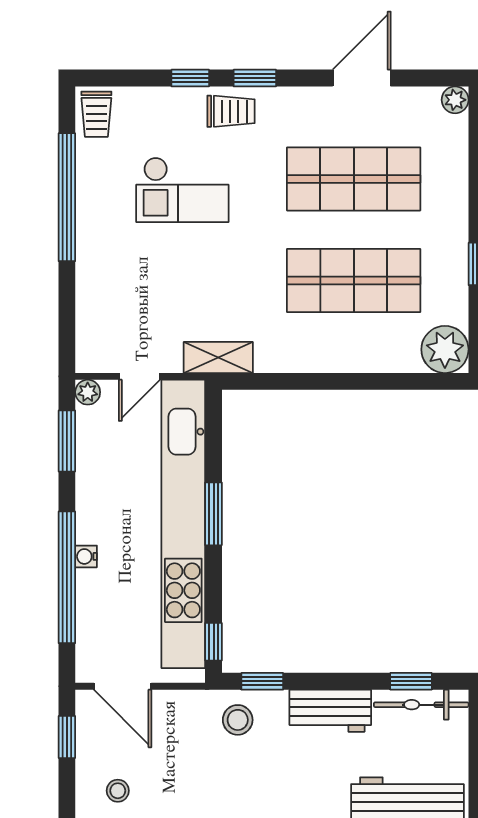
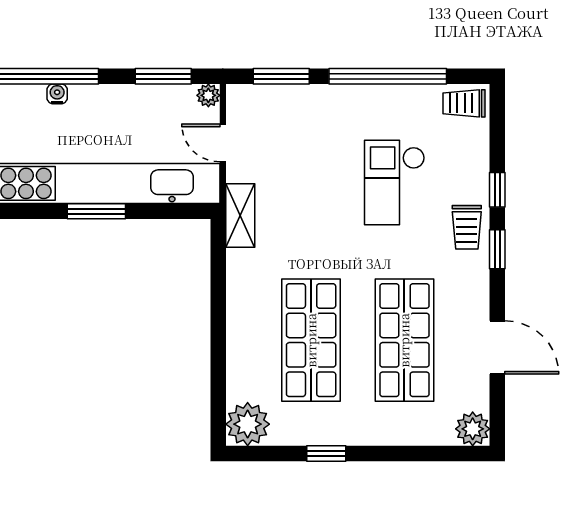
plant: (455, 100) -> (473, 429), width x1.38, depth x1.38
window: (67, 313) -> (281, 76), added

